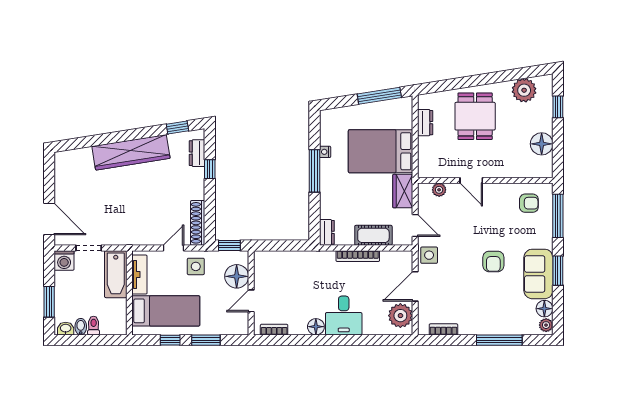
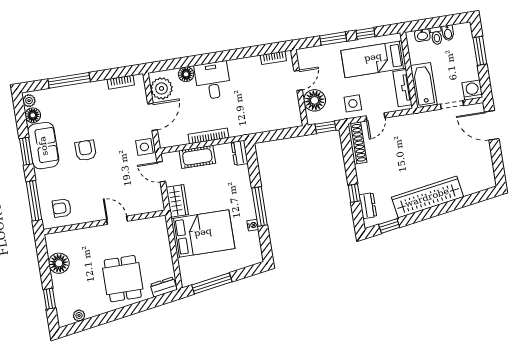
plant: (524, 90) -> (79, 315), width x0.53, depth x0.53
dresser: (425, 123) -> (164, 287), moved, turned 81
plant: (439, 190) -> (145, 207), removed
floor lamp: (316, 327) -> (186, 74), moved
washbasin: (66, 329) -> (422, 35), moved

